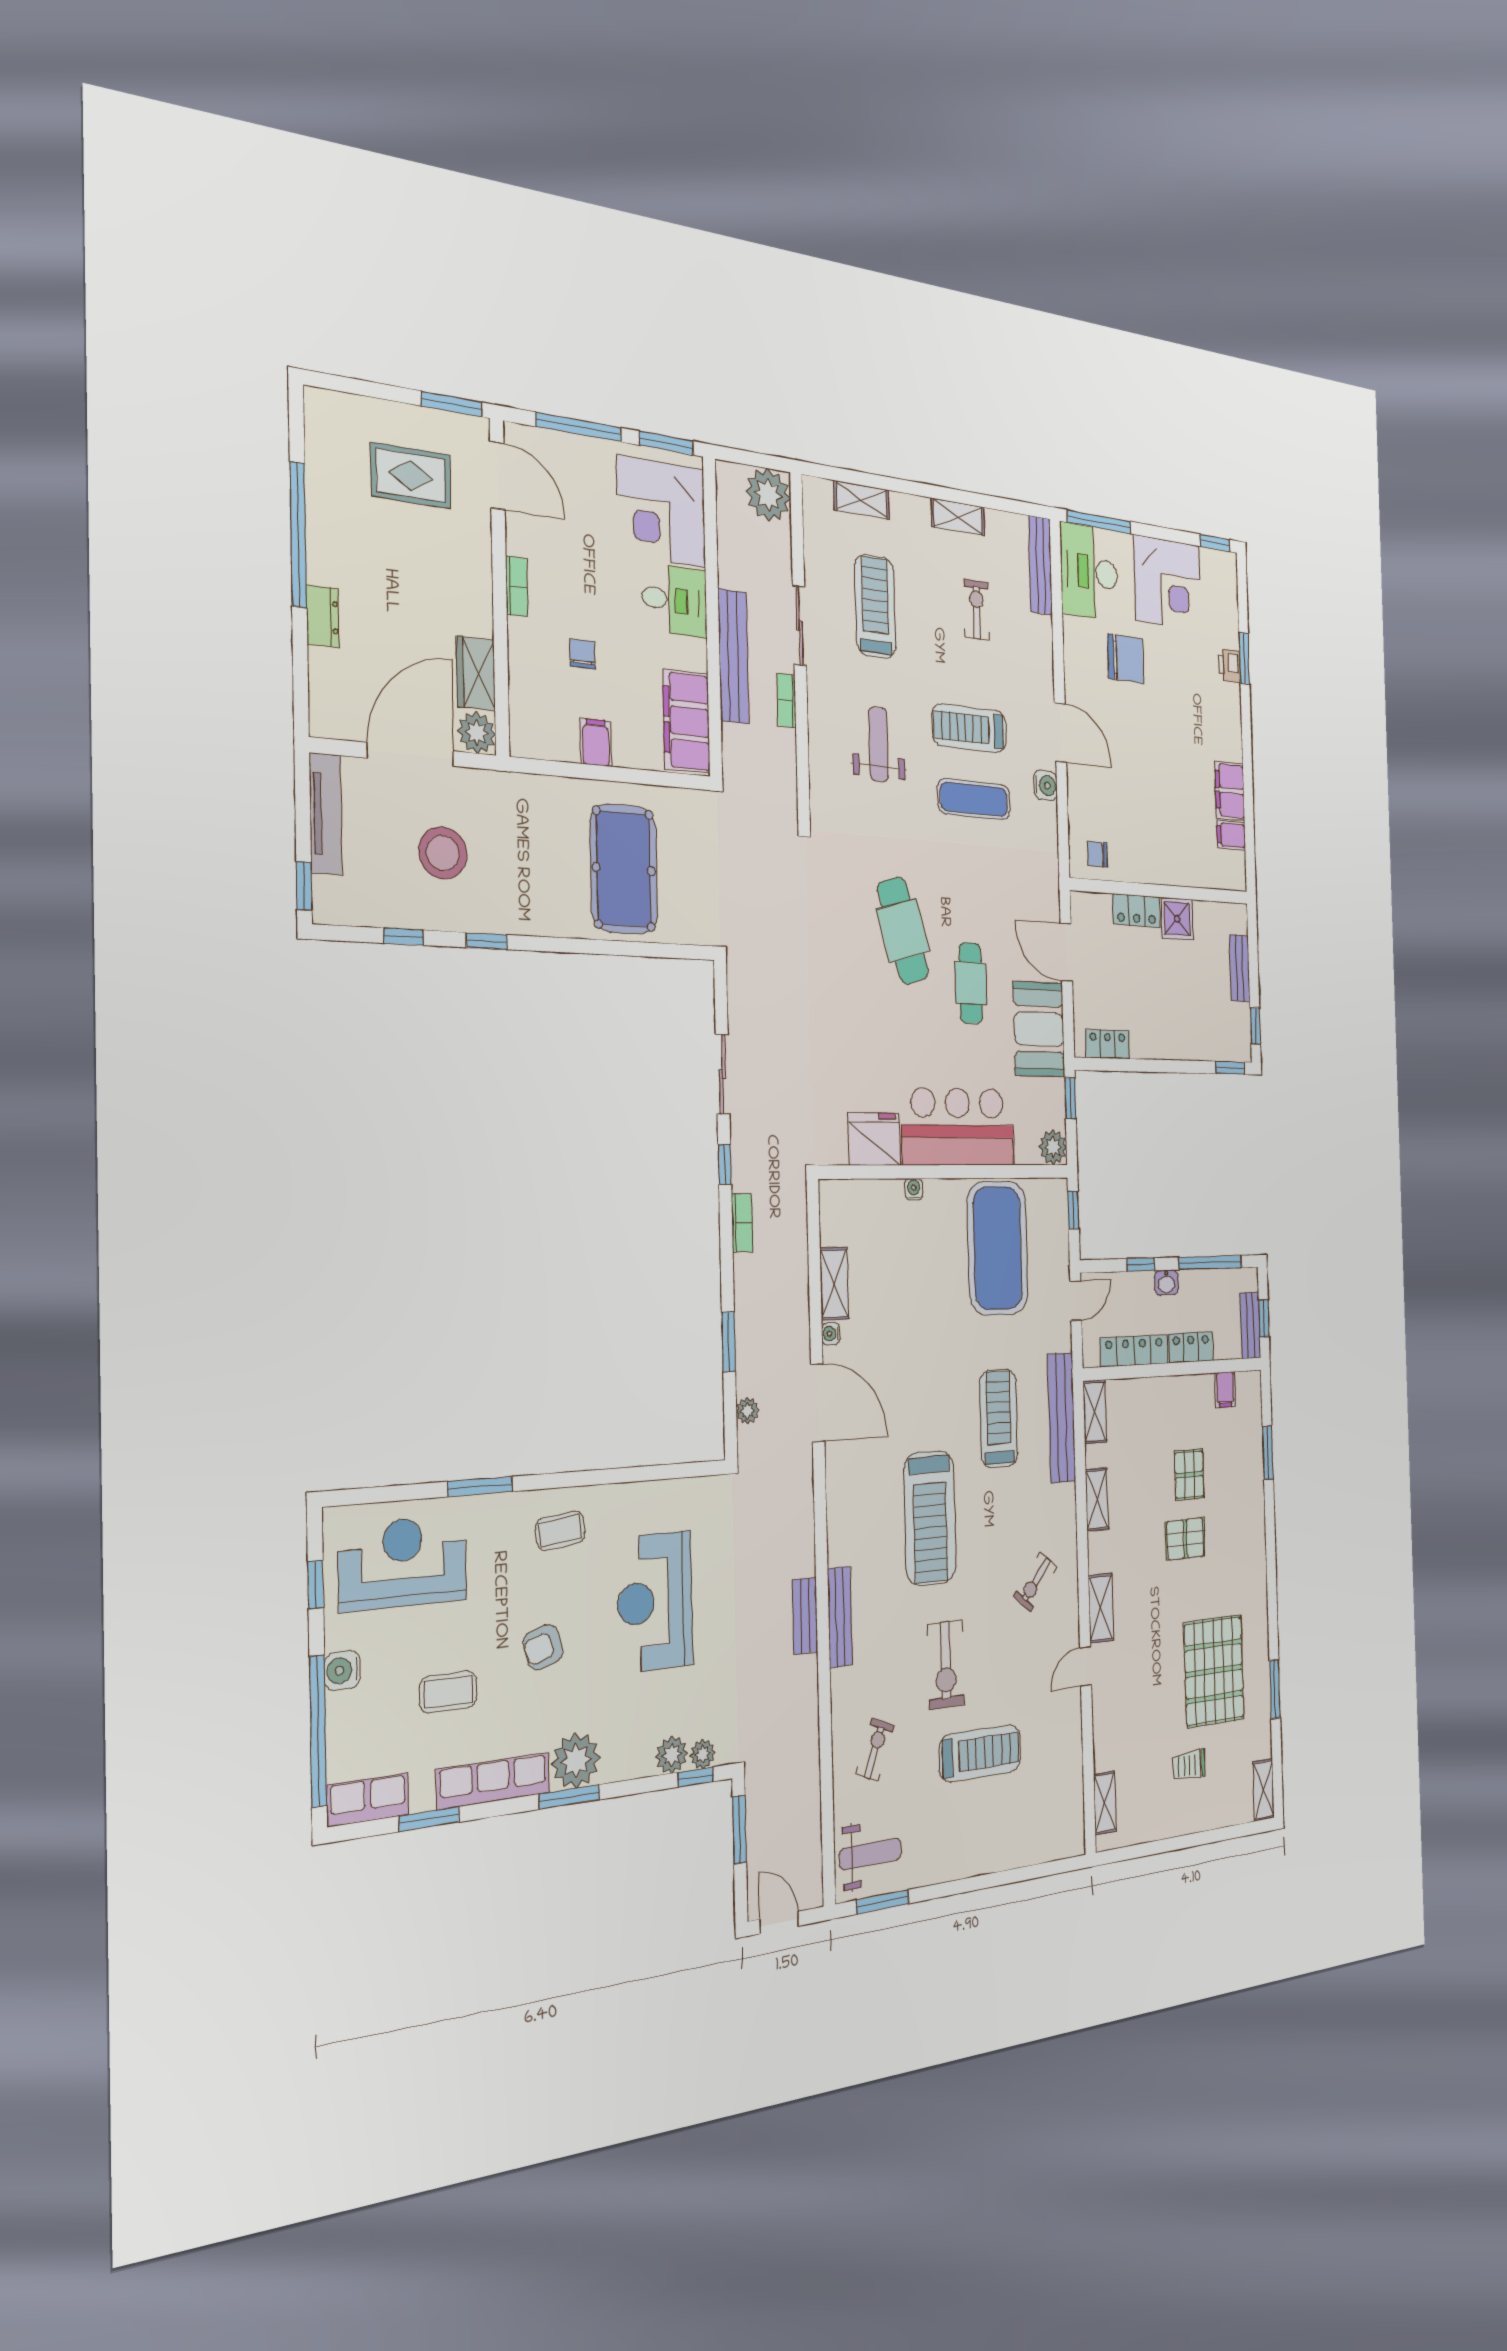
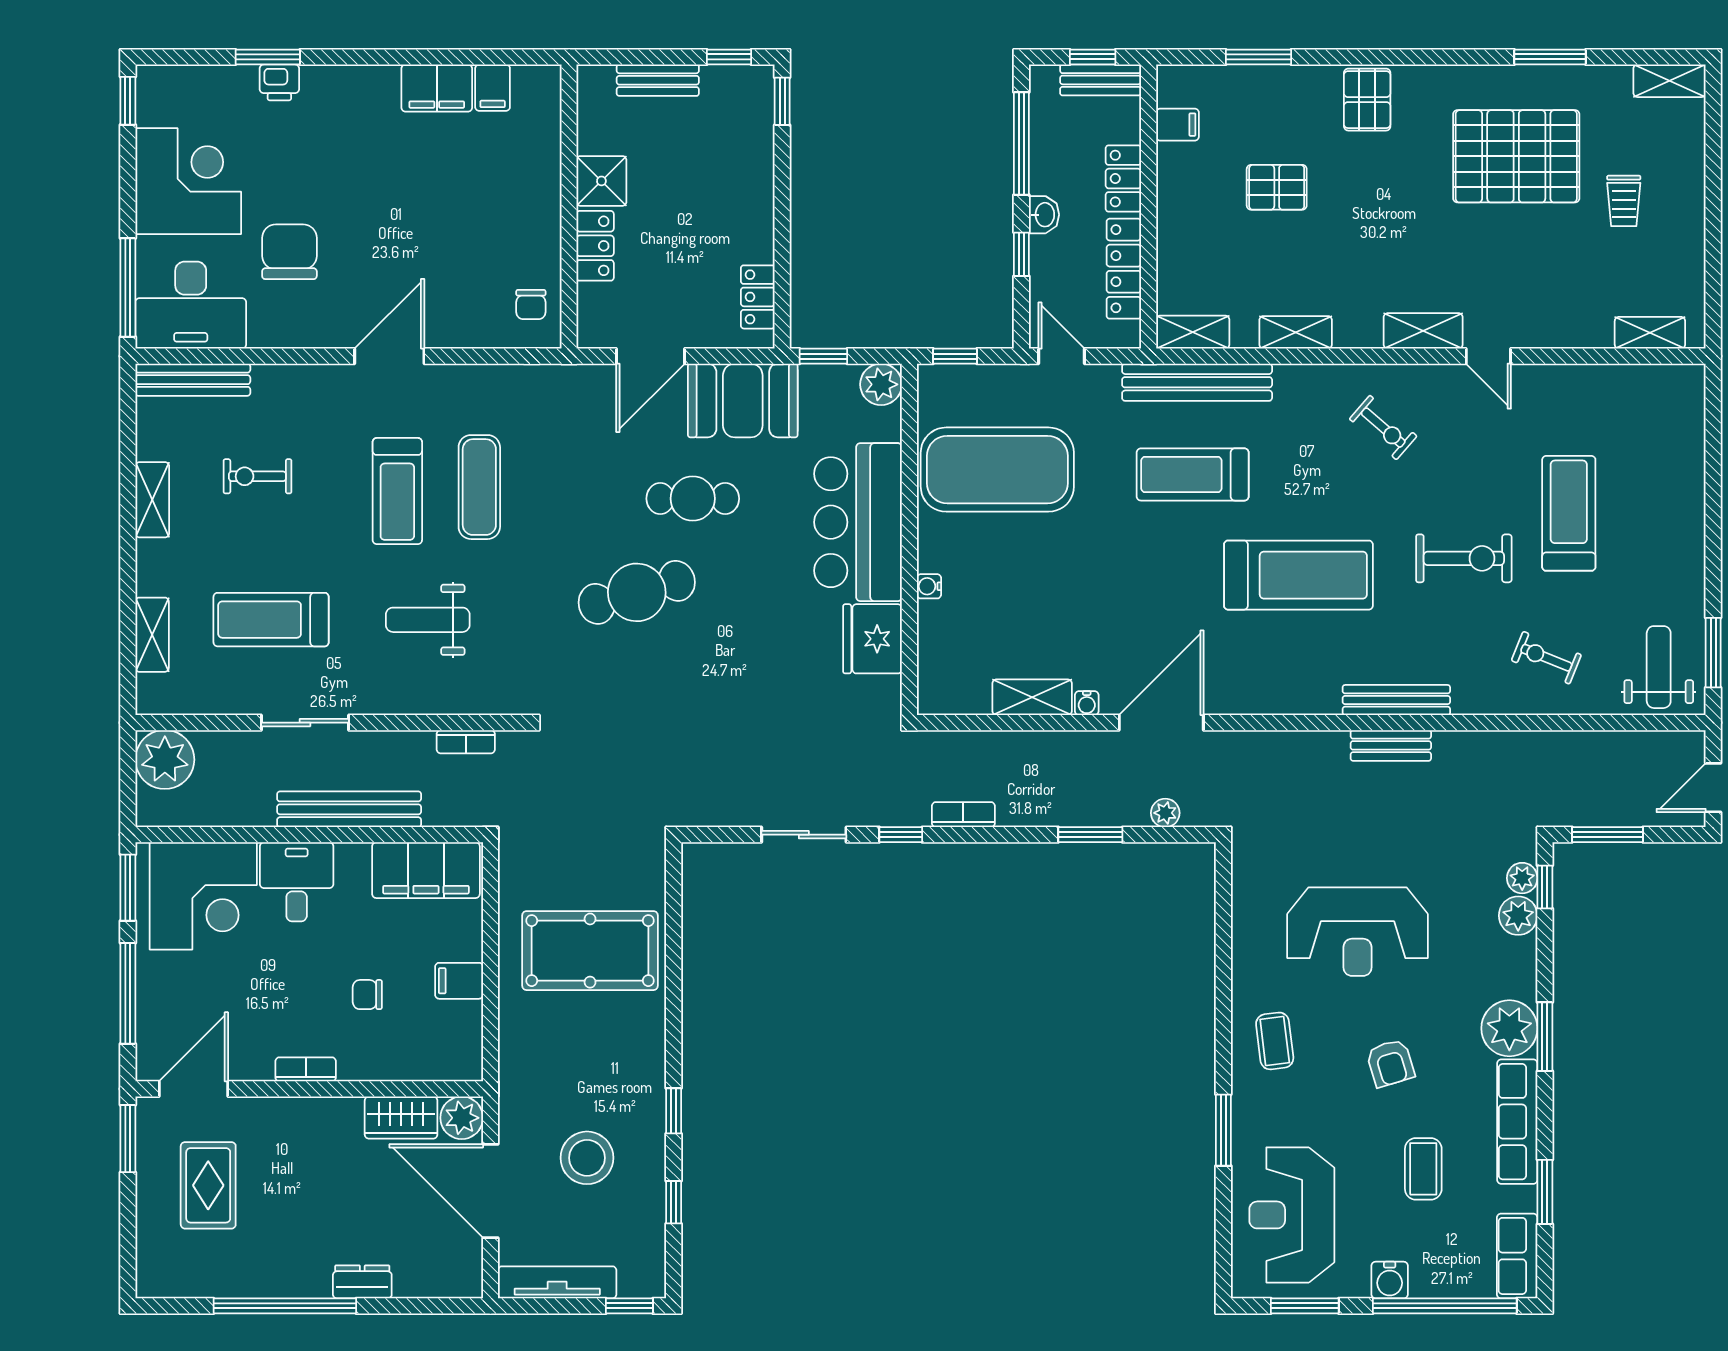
bookcase: (787, 700) -> (466, 742), moved
water cooler: (1045, 785) -> (454, 381), removed
pallet: (1185, 1539) -> (1367, 100), moved
window: (316, 1585) -> (1305, 1306), width x1.50

